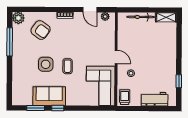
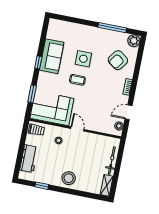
stool: (166, 56) -> (69, 178), added
door: (116, 57) -> (77, 129), swing flipped
window: (36, 108) -> (32, 94), moved

